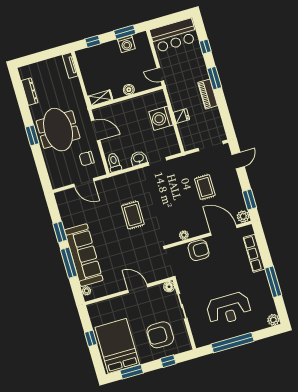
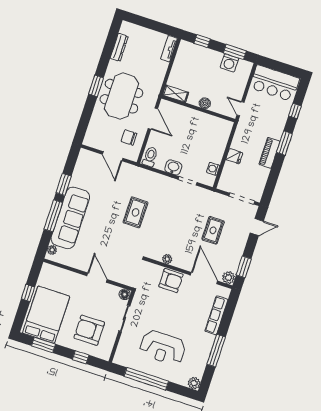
washing machine: (161, 118) -> (213, 169), moved, width x0.53, depth x0.53

